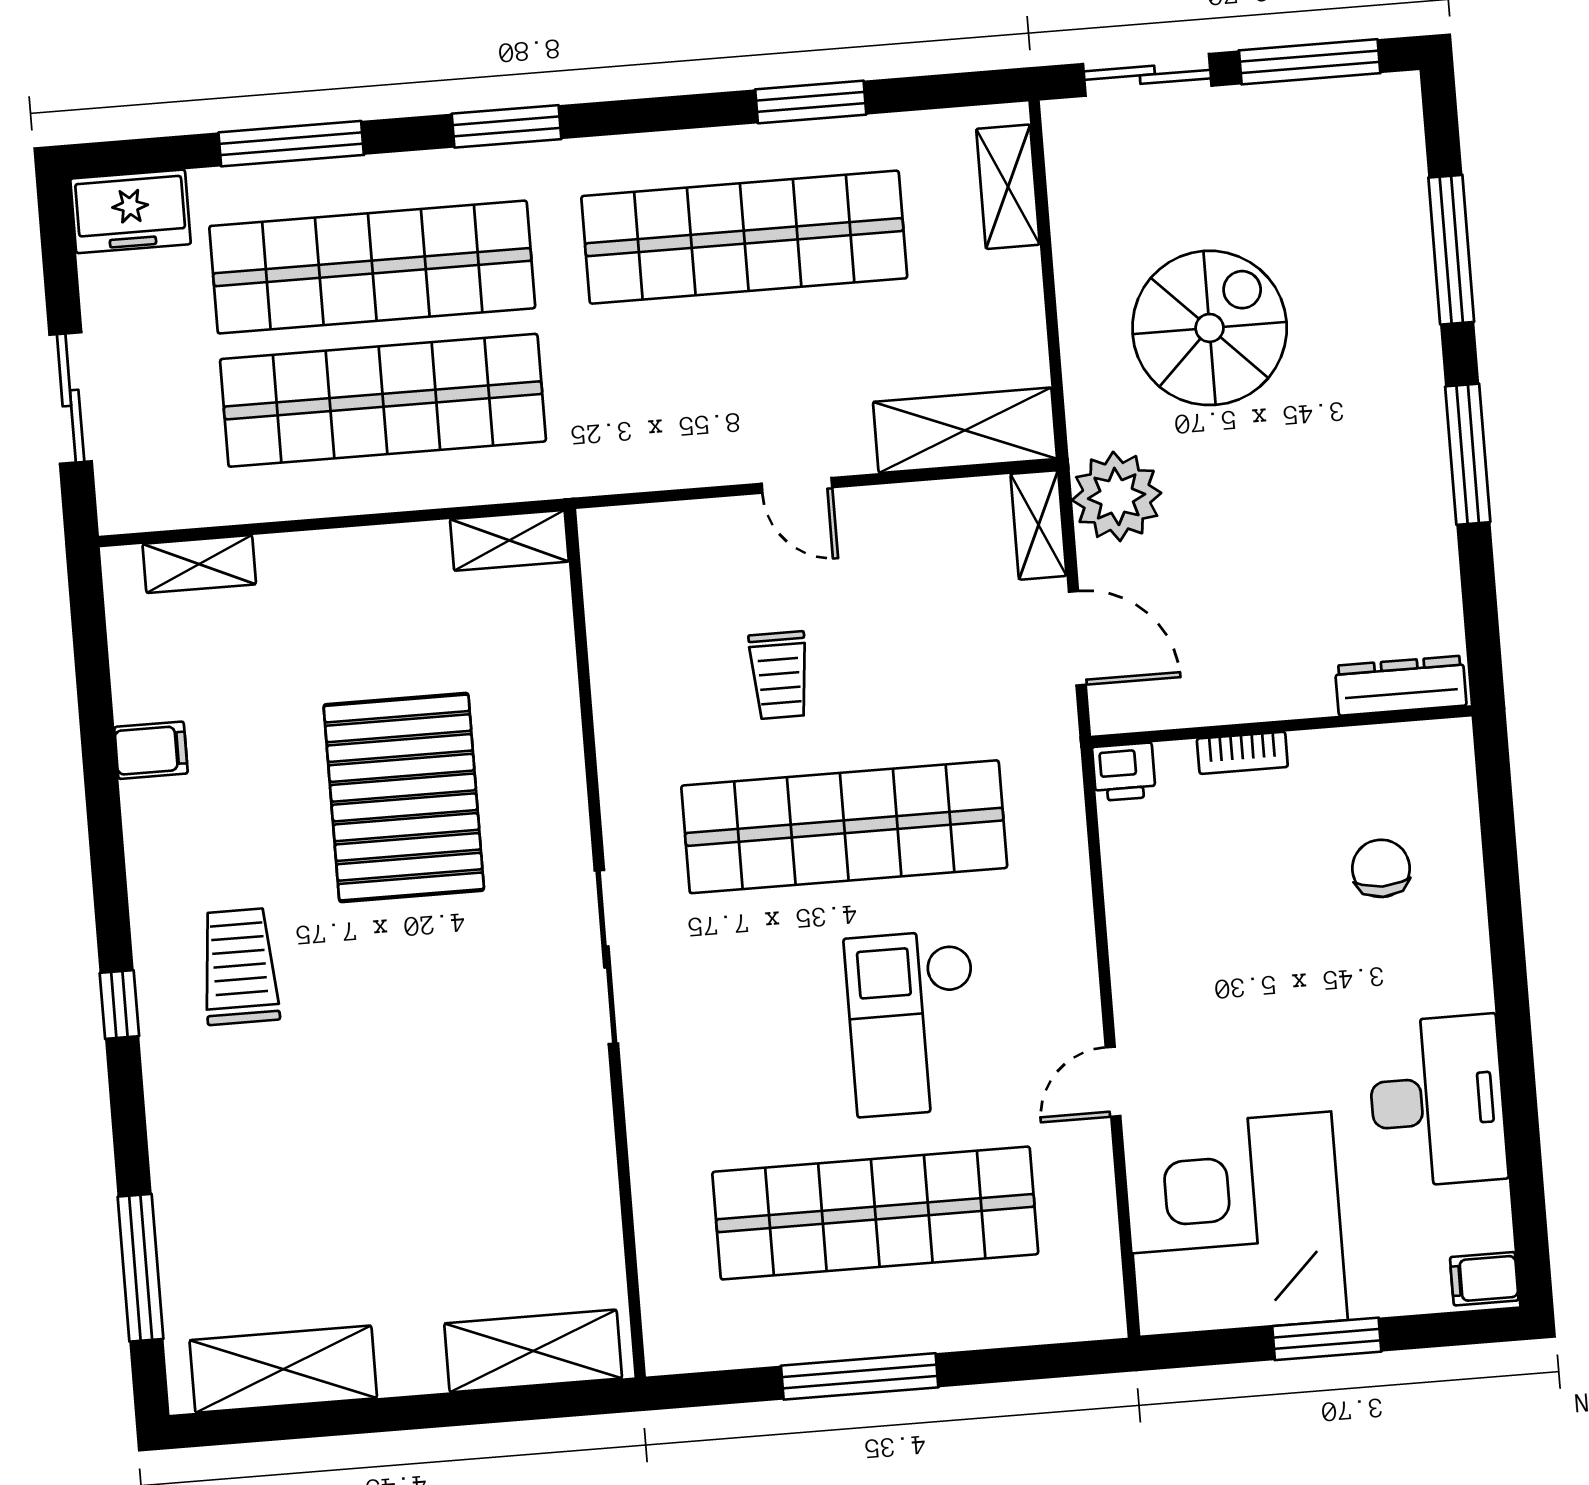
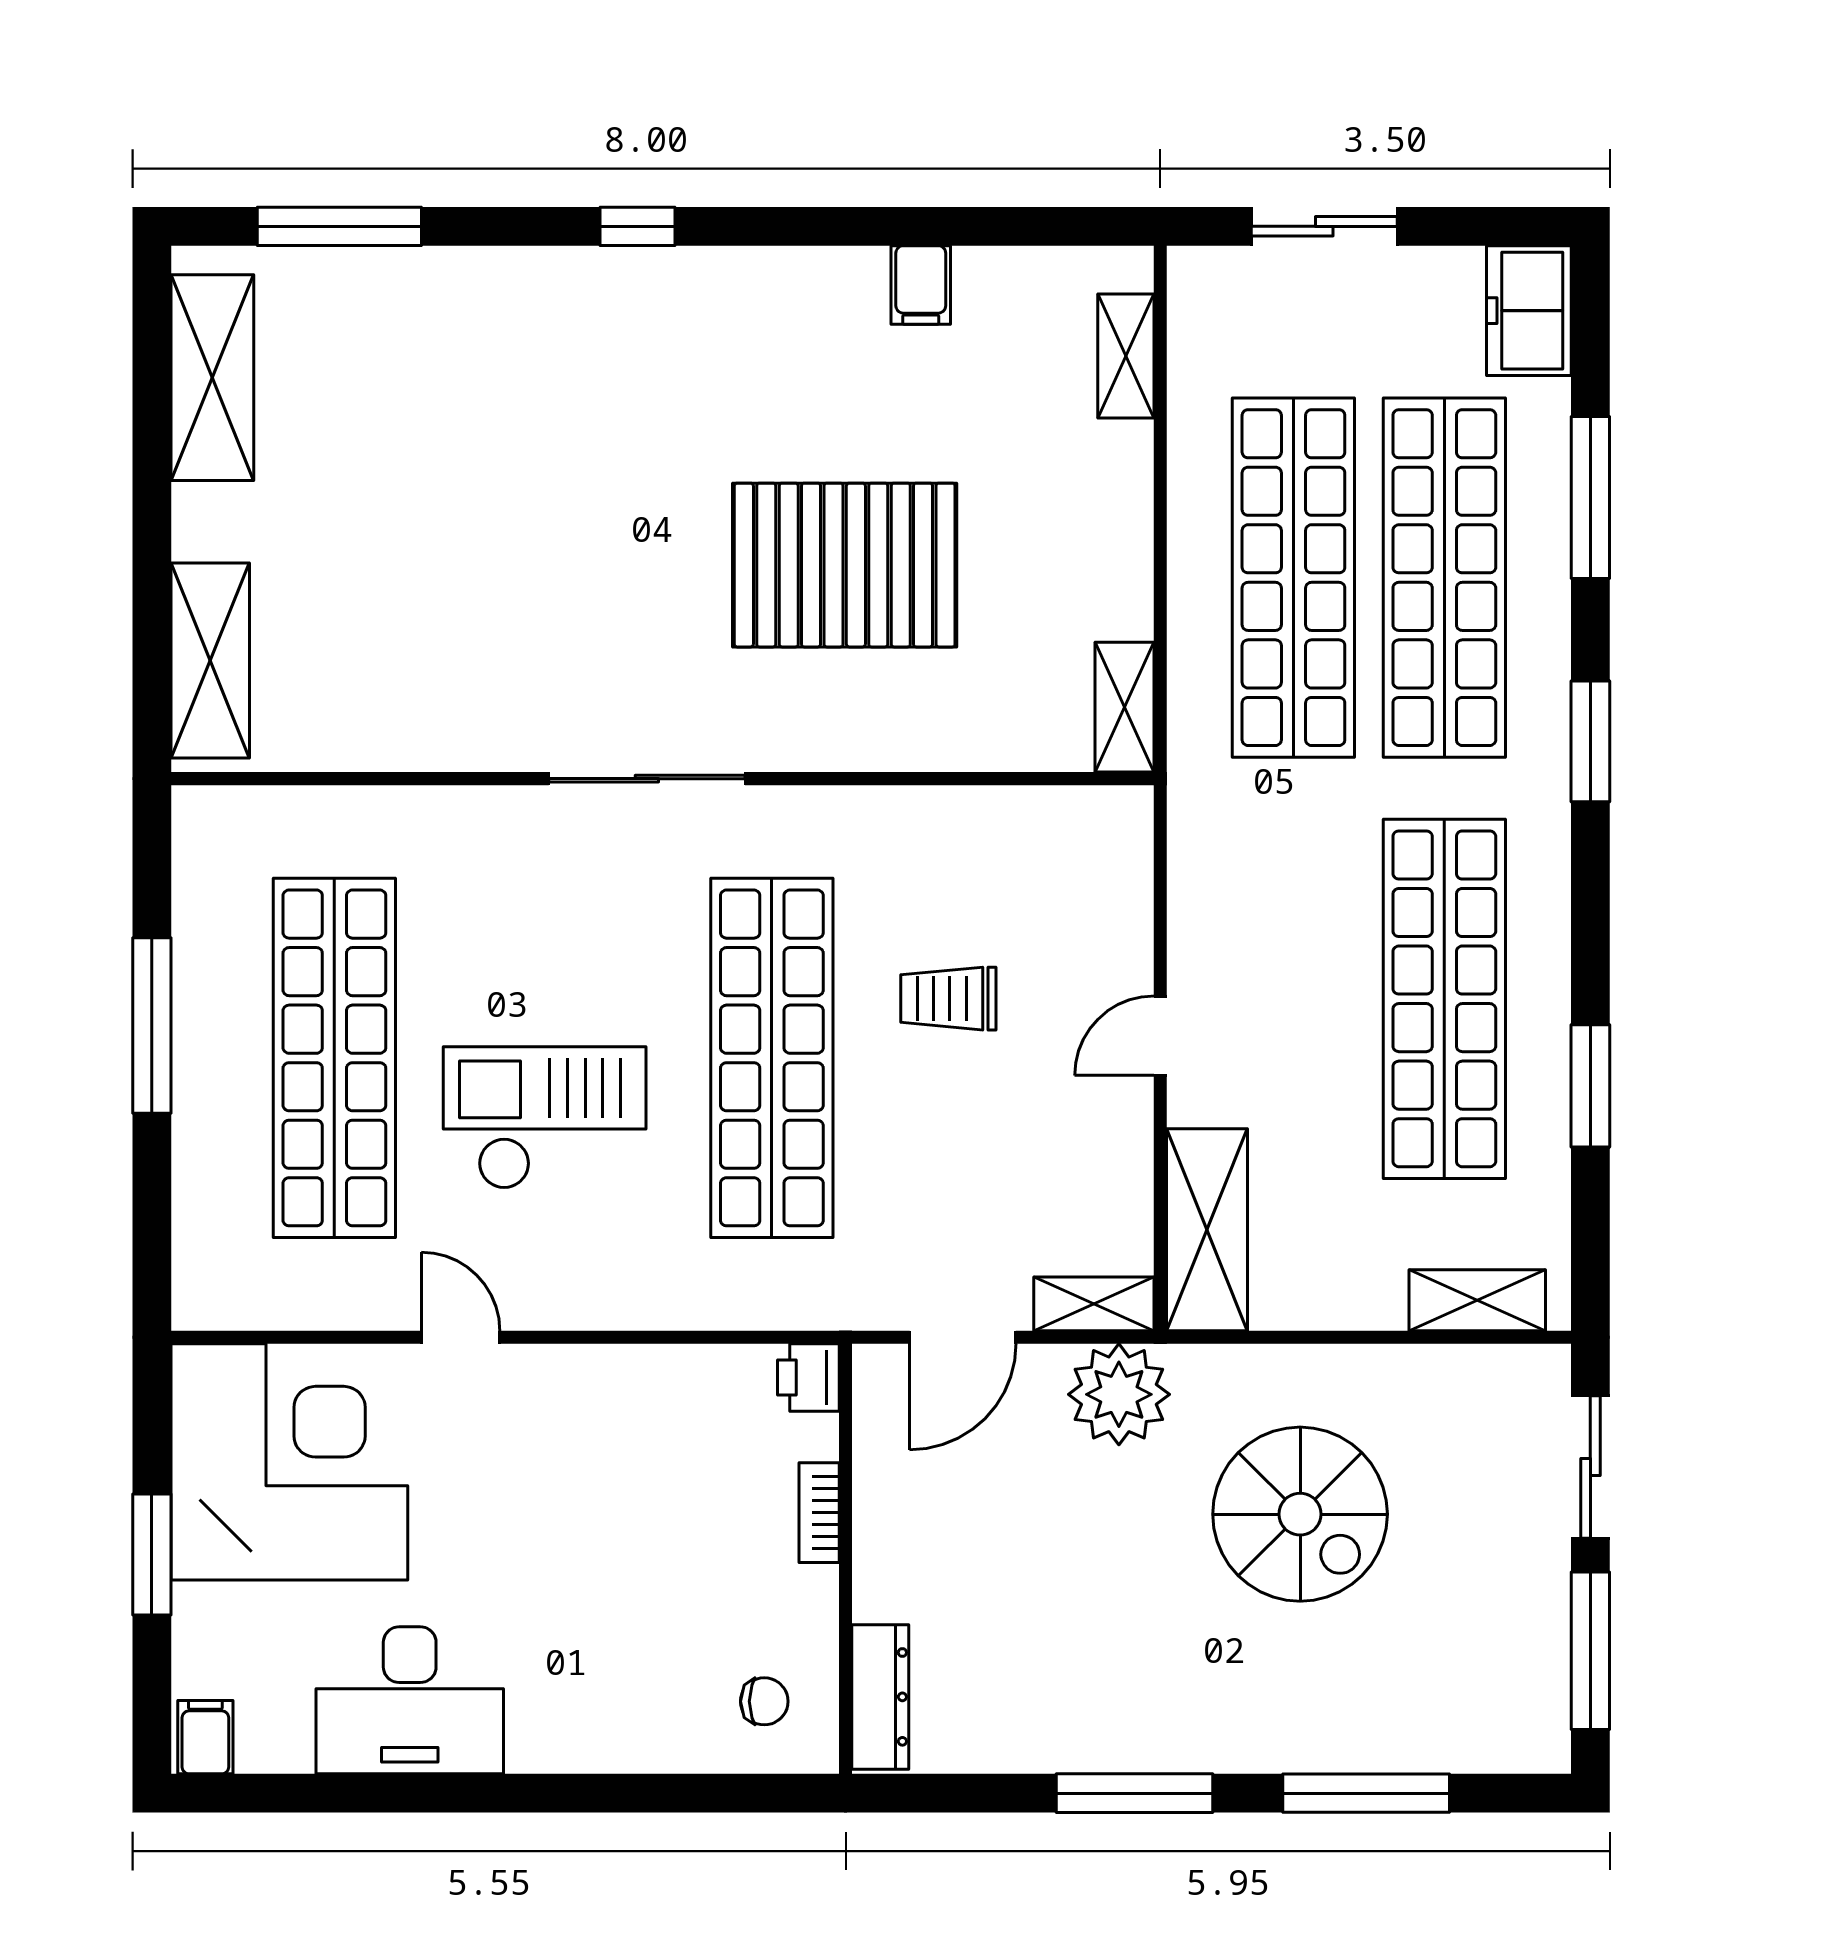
chair: (1381, 868) -> (764, 1701), moved, width x0.73, depth x0.73
trolley: (240, 967) -> (669, 365), removed

